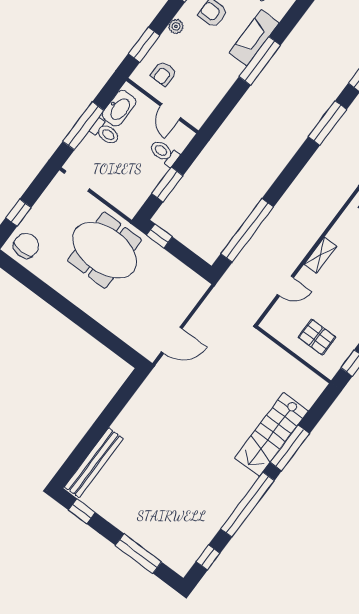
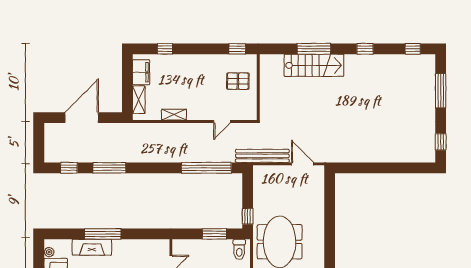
toilet: (164, 153) -> (239, 249), moved
shelving: (320, 255) -> (174, 115), moved
door: (285, 286) -> (222, 122), swing flipped
pallet: (317, 337) -> (238, 81), turned 90
bench: (94, 463) -> (262, 156), moved
window: (247, 505) -> (365, 49), width x0.32

